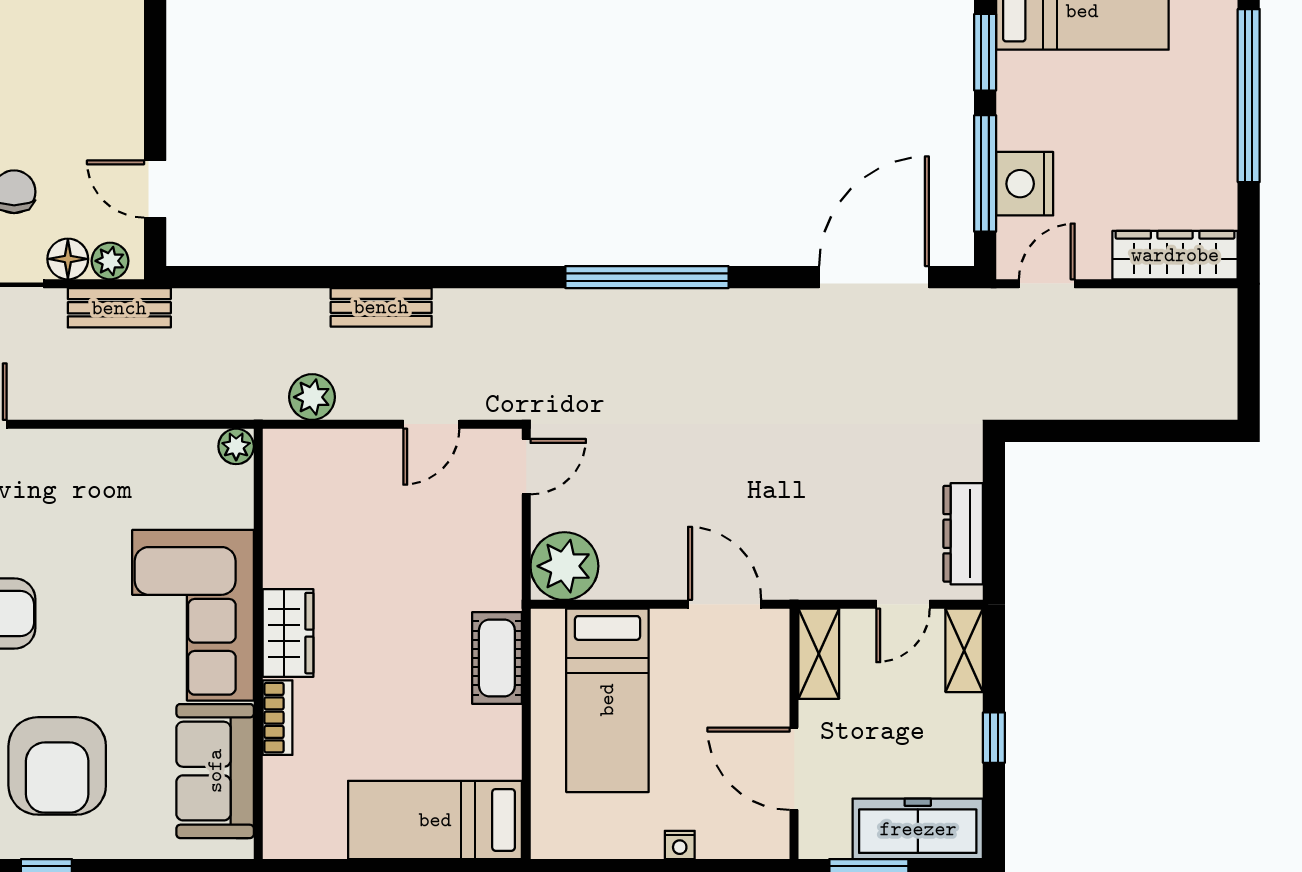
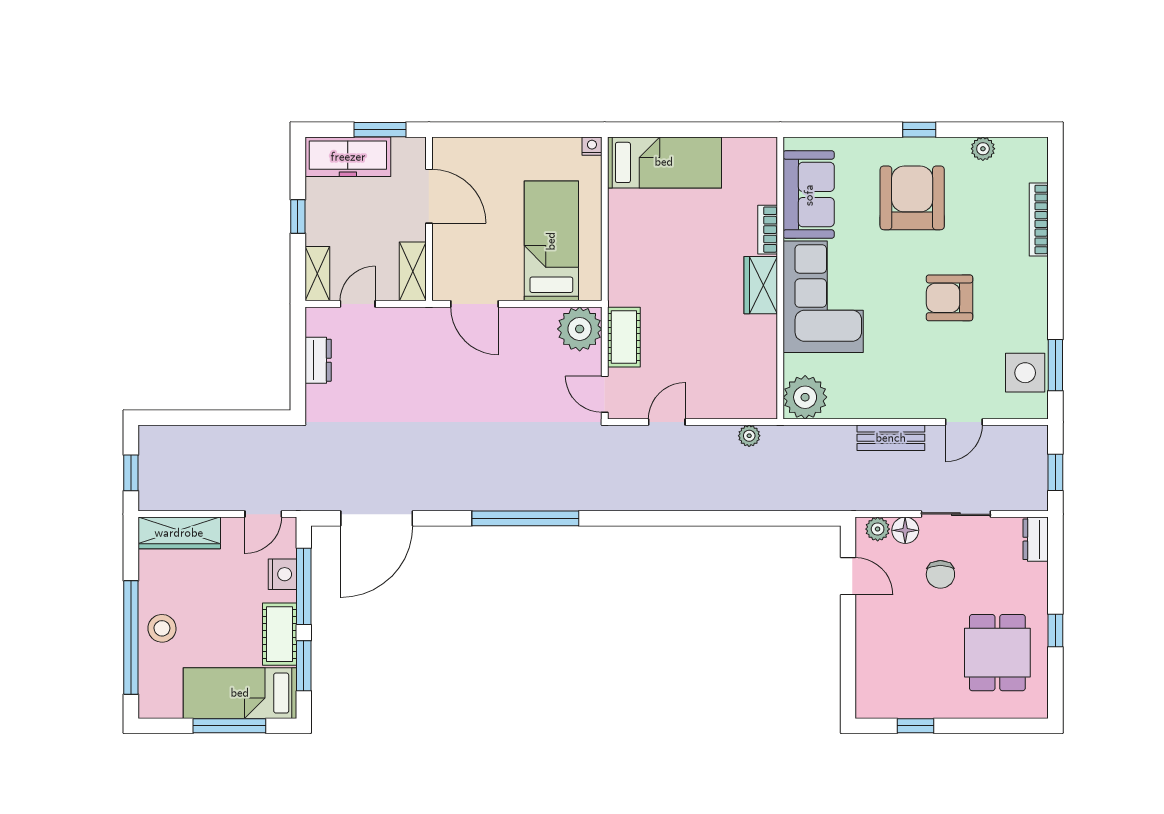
cot: (1022, 101) -> (280, 634), added
stool: (1201, 110) -> (162, 628), added
nightstand: (1025, 184) -> (282, 574), width x0.74, depth x0.75
bench: (381, 307) -> (700, 499), removed
bench: (119, 308) -> (891, 438), moved
window: (1249, 347) -> (131, 473), added
plant: (312, 397) -> (749, 436), width x0.73, depth x0.73
plant: (236, 446) -> (805, 397), width x1.88, depth x1.88
door: (526, 467) -> (605, 394), hinge flipped
dresser: (963, 534) -> (318, 360), width x0.70
cot: (497, 658) -> (624, 337), moved
nightstand: (680, 845) -> (592, 146), moved

